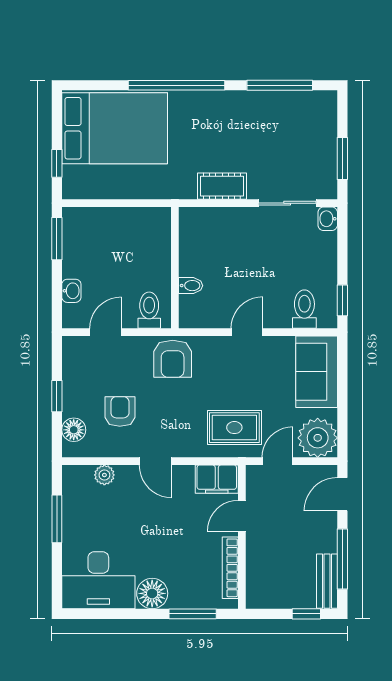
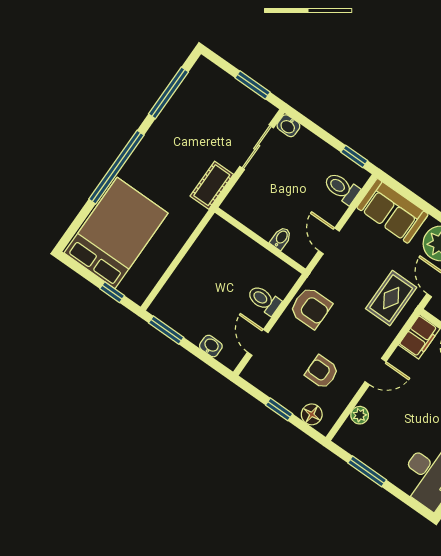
wall: (175, 268) -> (260, 241), moved
bidet: (191, 286) -> (281, 238), moved

